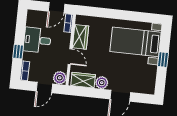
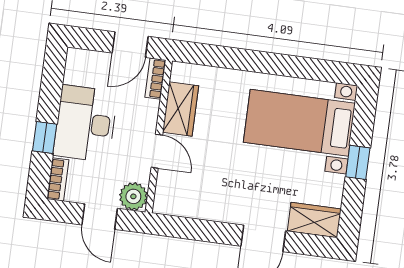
desk: (37, 40) -> (85, 124), width x1.37
wardrobe: (83, 80) -> (314, 220), moved
plant: (102, 83) -> (224, 209), removed
door: (44, 87) -> (100, 217), hinge flipped

